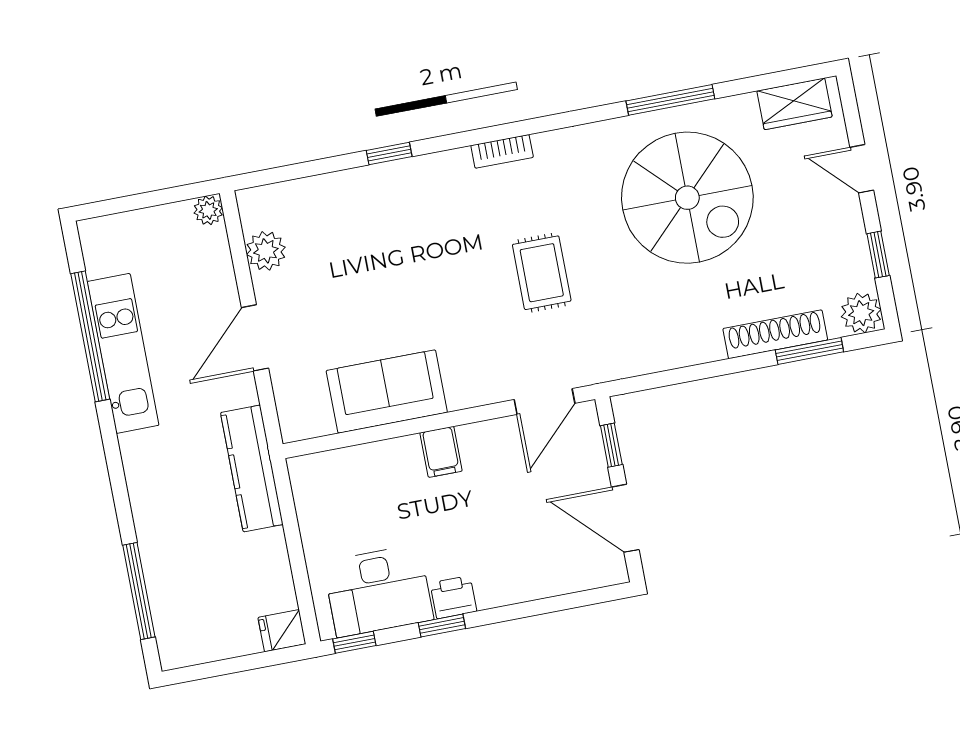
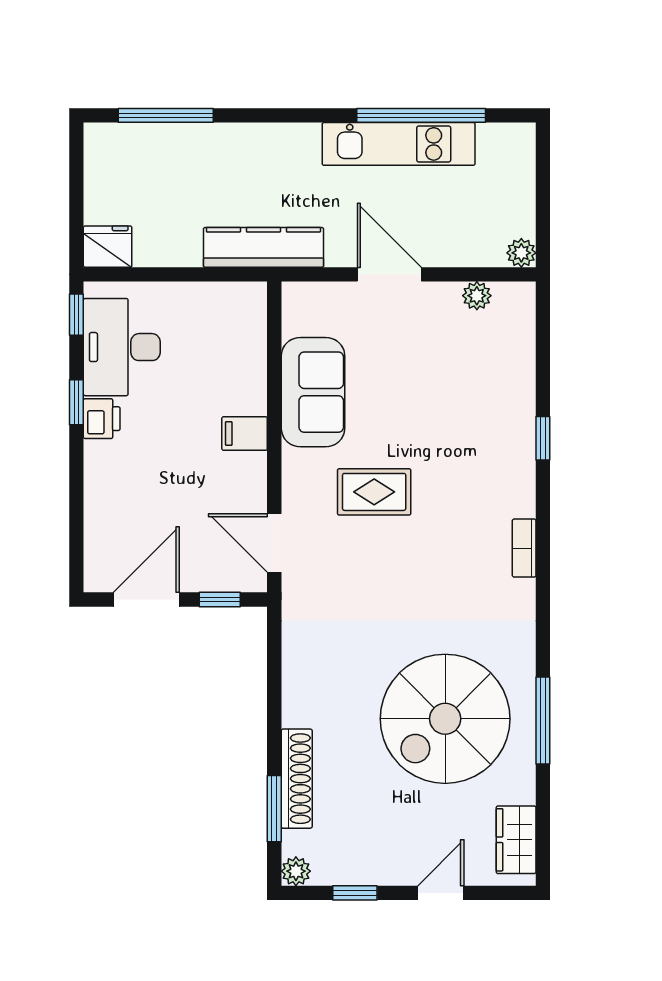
plant: (266, 251) -> (477, 296), width x0.73, depth x0.73
rug: (542, 273) -> (374, 492), moved
plant: (861, 313) -> (296, 871), width x0.73, depth x0.73
fridge: (282, 631) -> (108, 247), width x1.38

